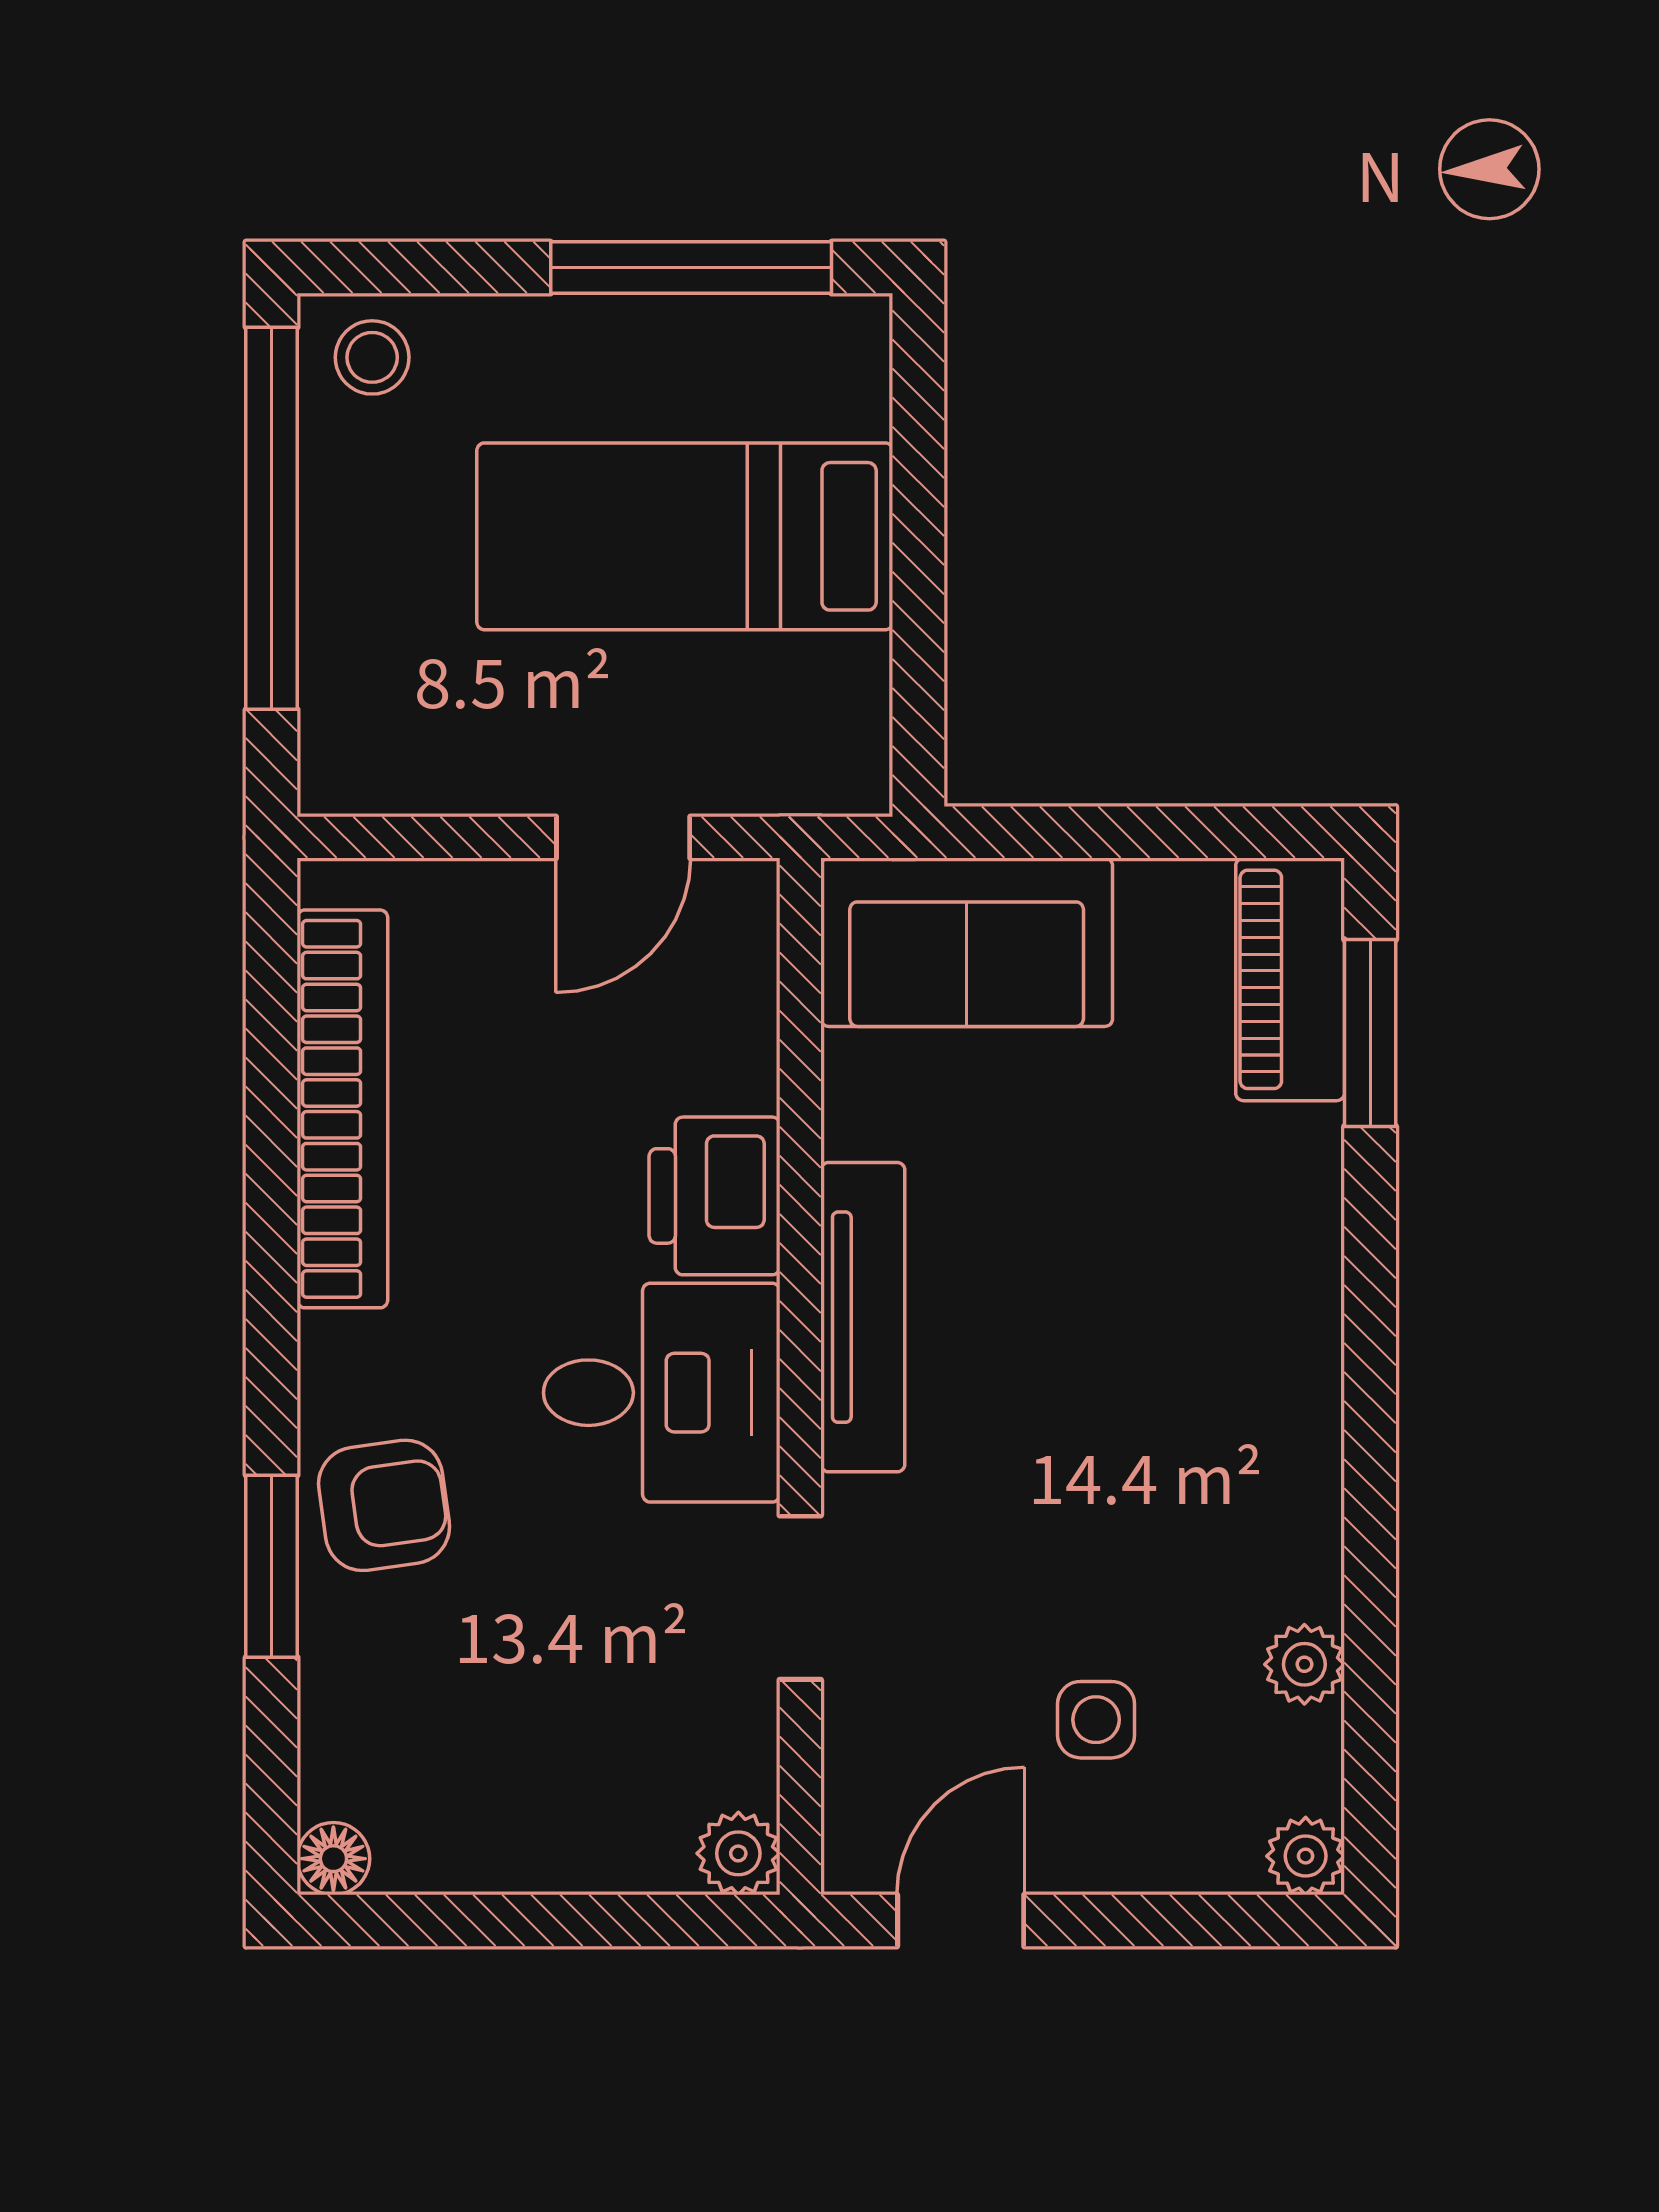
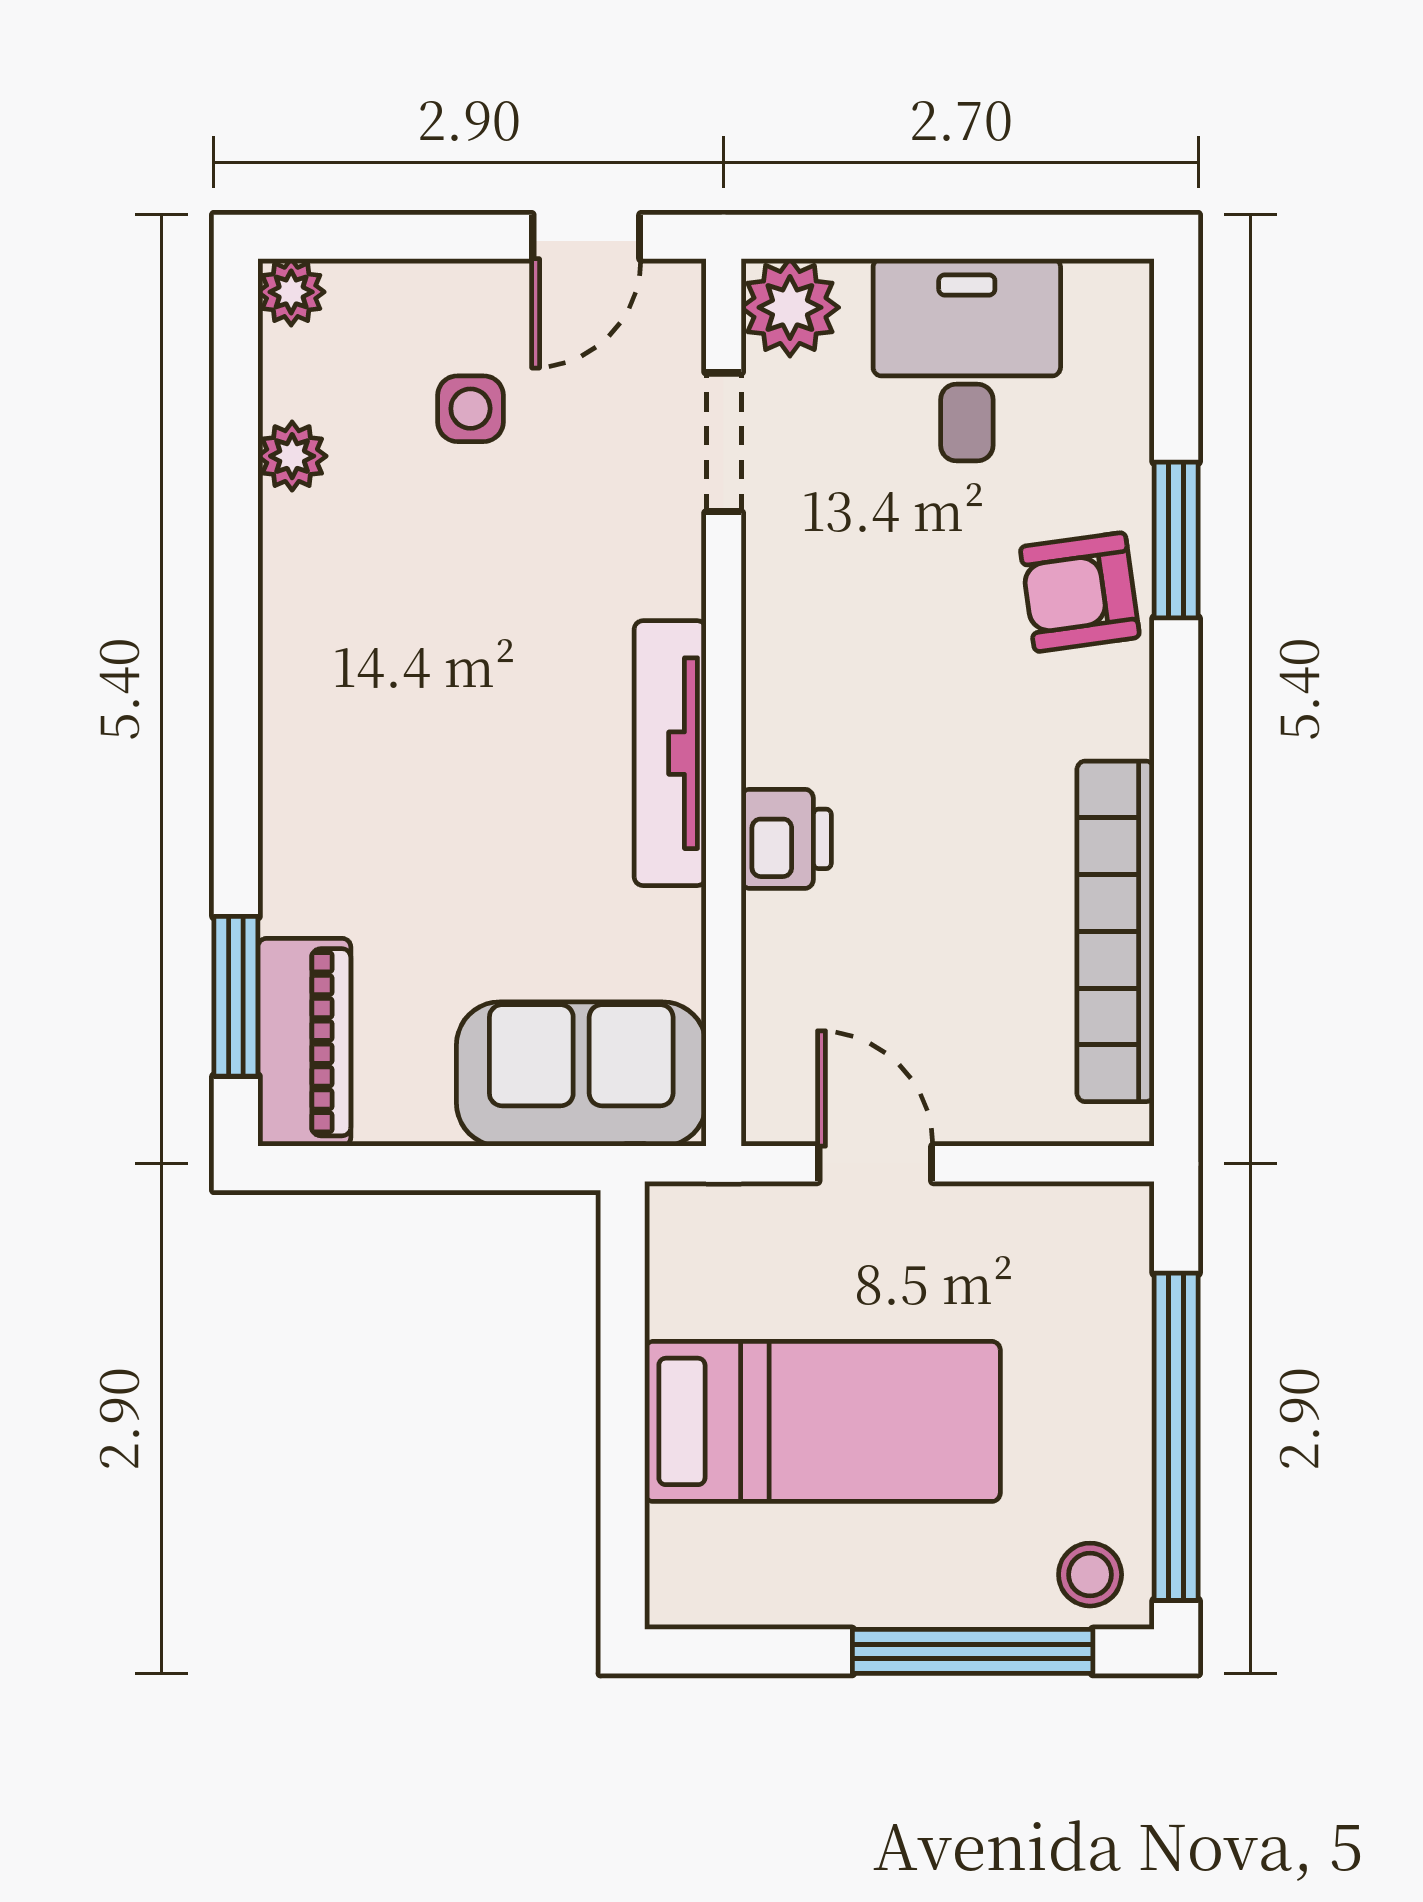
window: (691, 268) -> (973, 1651), moved
door: (623, 837) -> (875, 1164), hinge flipped
printer: (714, 1196) -> (786, 839), width x0.73, depth x0.81
desk: (662, 1393) -> (967, 360), moved, turned 90
doorway: (800, 1598) -> (724, 442), moved
plant: (738, 1853) -> (790, 307), width x1.38, depth x1.38
floor lamp: (333, 1859) -> (1123, 290), removed

